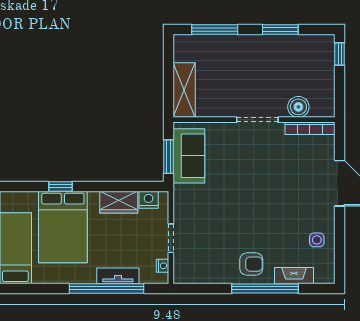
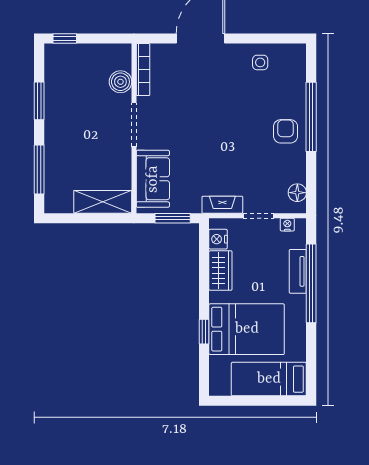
sofa: (189, 156) -> (153, 179), moved, turned 90
floor lamp: (193, 275) -> (297, 193), added
fireplace: (294, 276) -> (222, 205), moved, turned 90

